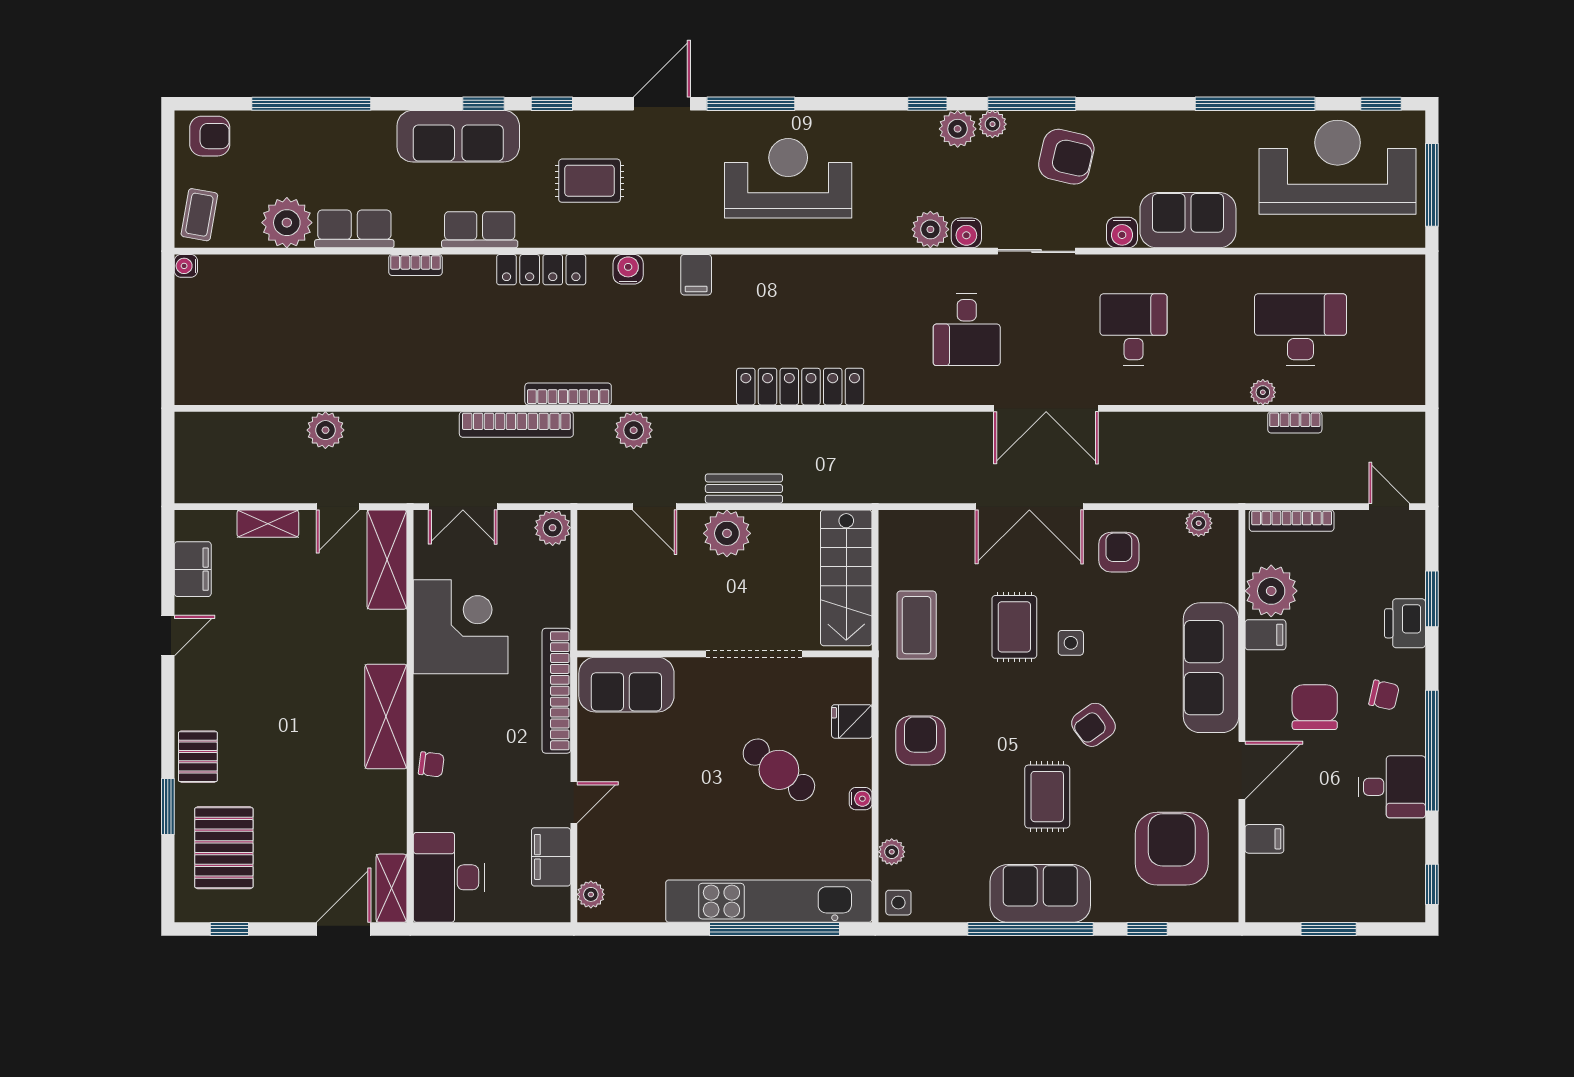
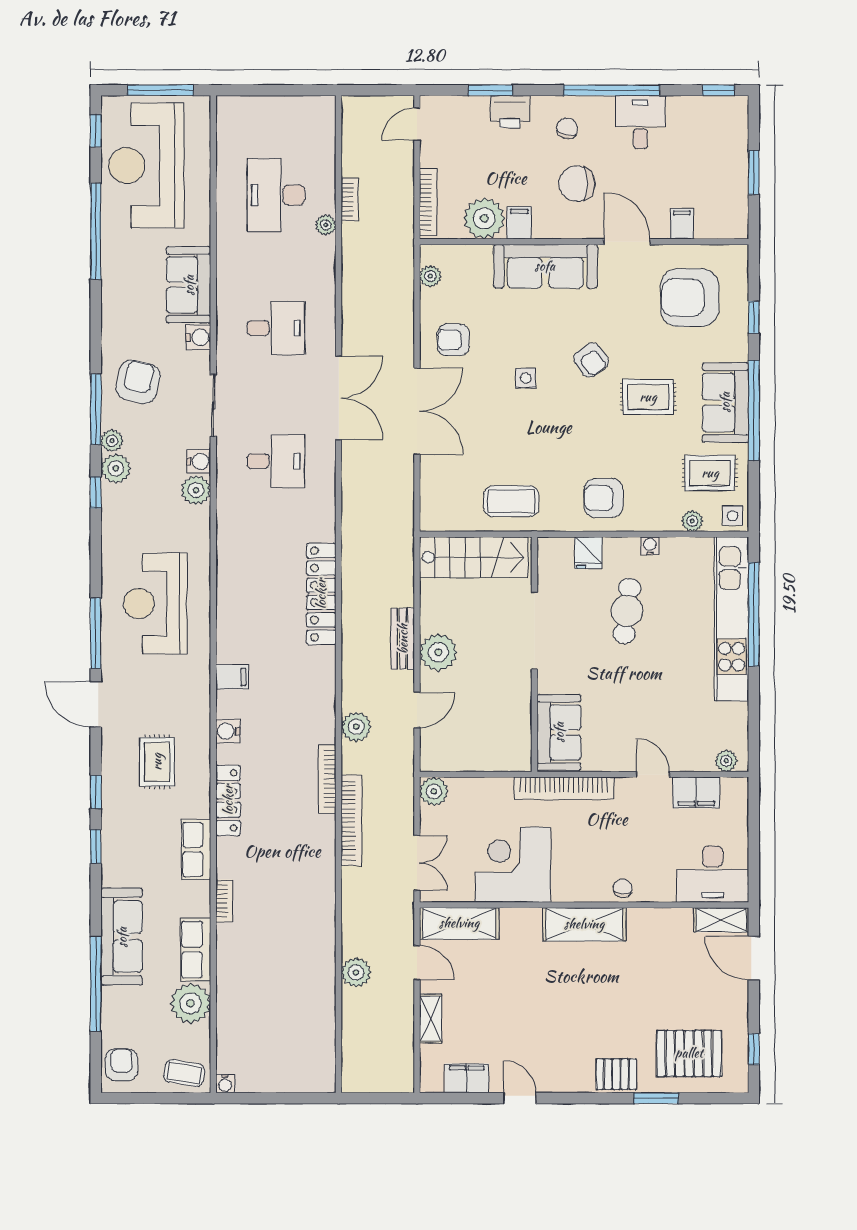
sofa: (458, 136) -> (122, 937), moved
desk: (1134, 330) -> (276, 328), turned 180
rug: (1014, 627) -> (710, 473), moved
cafe table: (779, 770) -> (627, 611), turned -31

